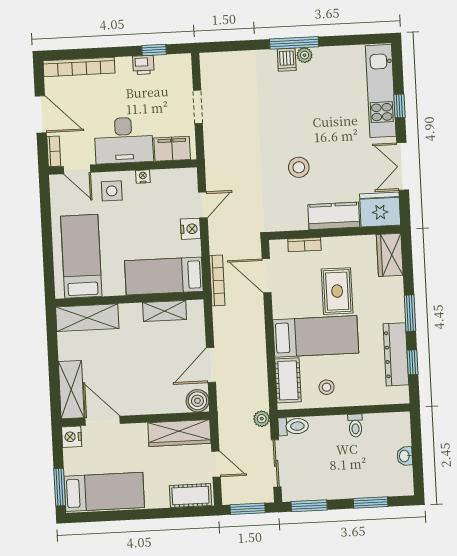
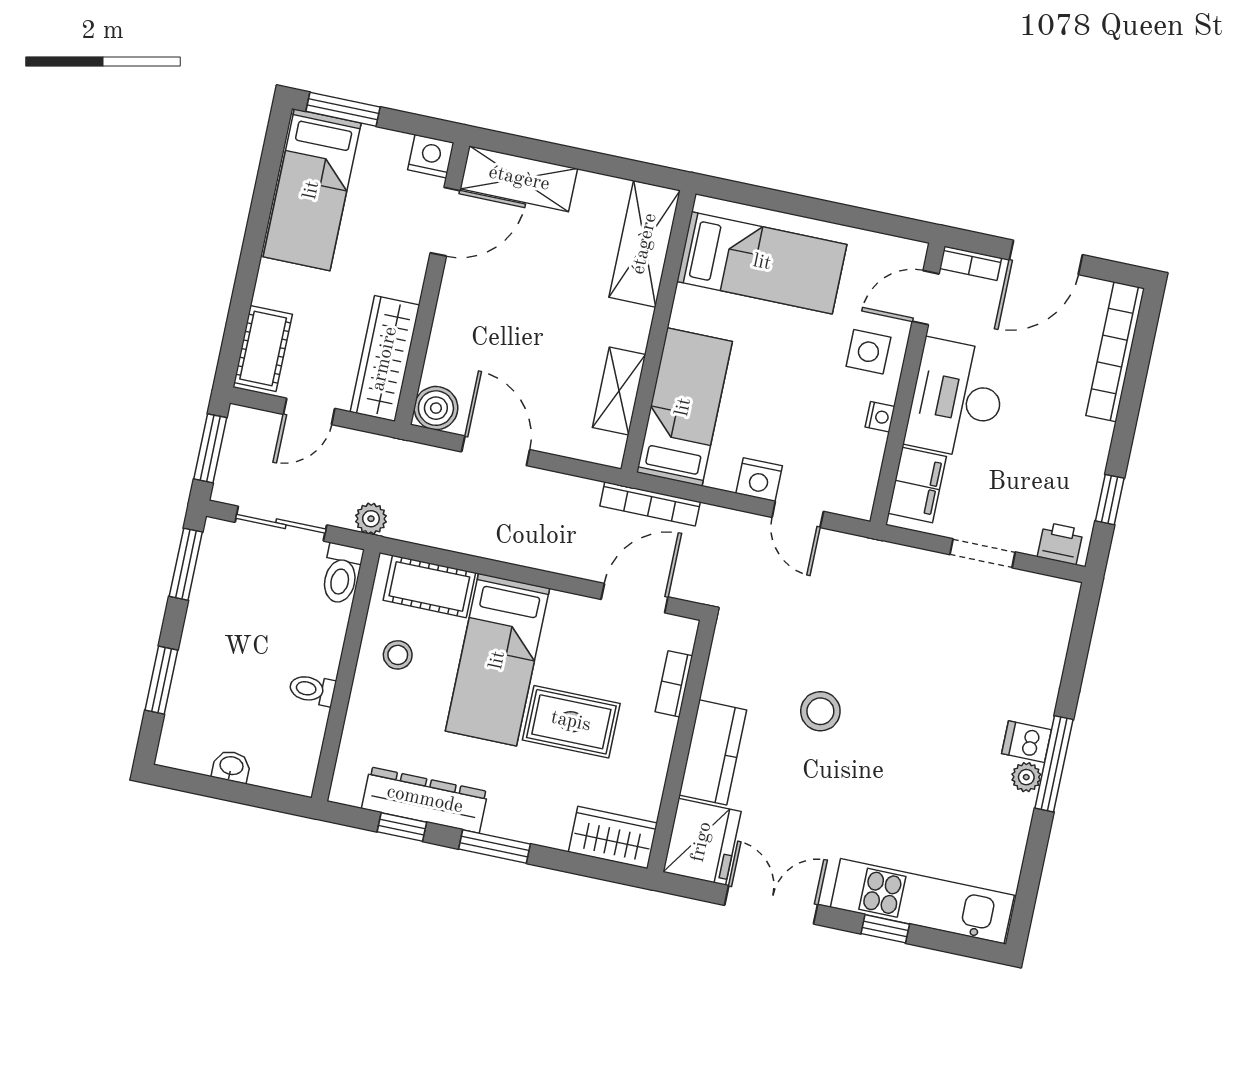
printer: (143, 65) -> (1060, 543), moved, turned 90

